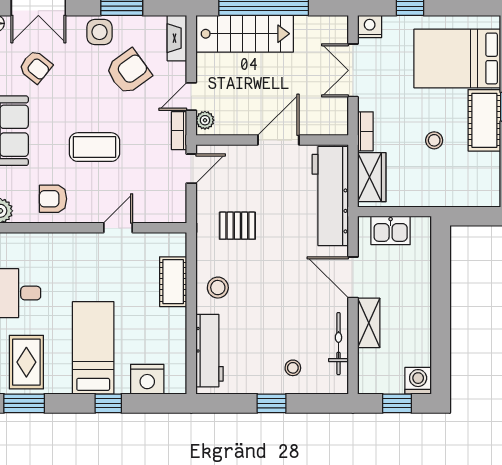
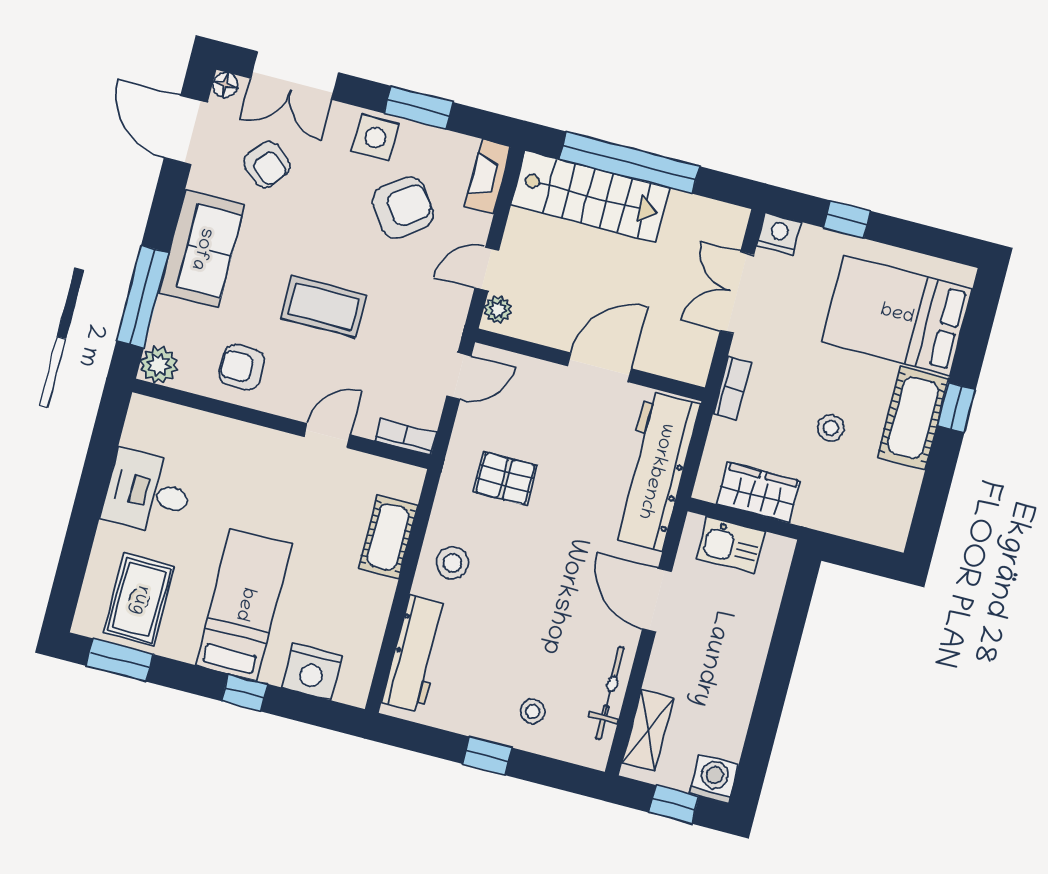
bookcase: (179, 131) -> (406, 437), moved, turned 90
wardrobe: (372, 177) -> (759, 493), moved, turned -90
shelving: (369, 323) -> (648, 730), moved

